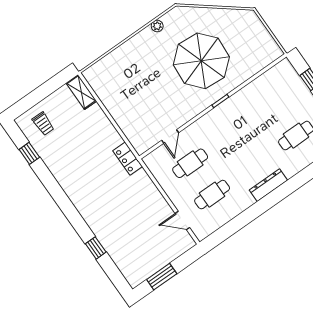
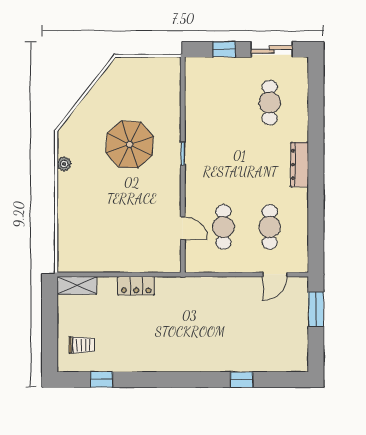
parasol: (201, 61) -> (130, 144), width x0.73, depth x0.73
locker: (128, 159) -> (136, 286), moved
window: (162, 277) -> (316, 309), moved

